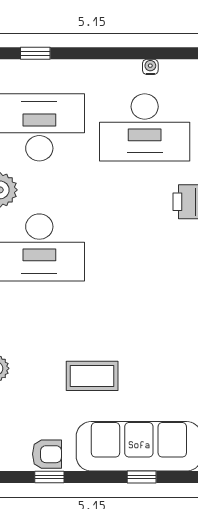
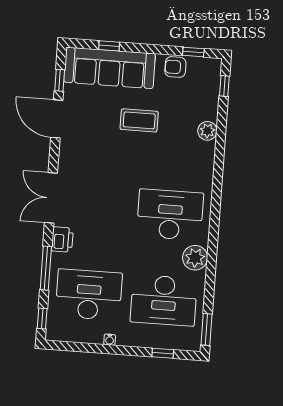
water cooler: (150, 67) -> (110, 340), moved
window: (49, 477) -> (193, 52), moved

